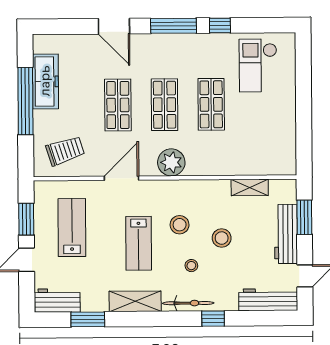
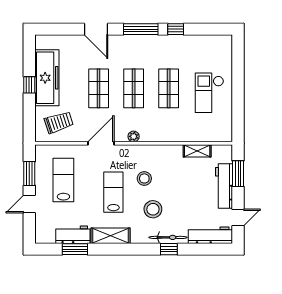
checkout: (258, 65) -> (209, 93), moved
freezer: (45, 81) -> (47, 78), width x1.36, depth x1.26
window: (25, 101) -> (29, 85), width x0.32
plant: (171, 162) -> (134, 136), width x0.53, depth x0.53
stool: (222, 238) -> (176, 189), removed
lab bench: (139, 243) -> (113, 192), turned 180
stool: (191, 266) -> (153, 209), width x1.89, depth x1.89
workbench: (57, 300) -> (73, 235), moved
bicycle: (188, 303) -> (168, 237), moved

